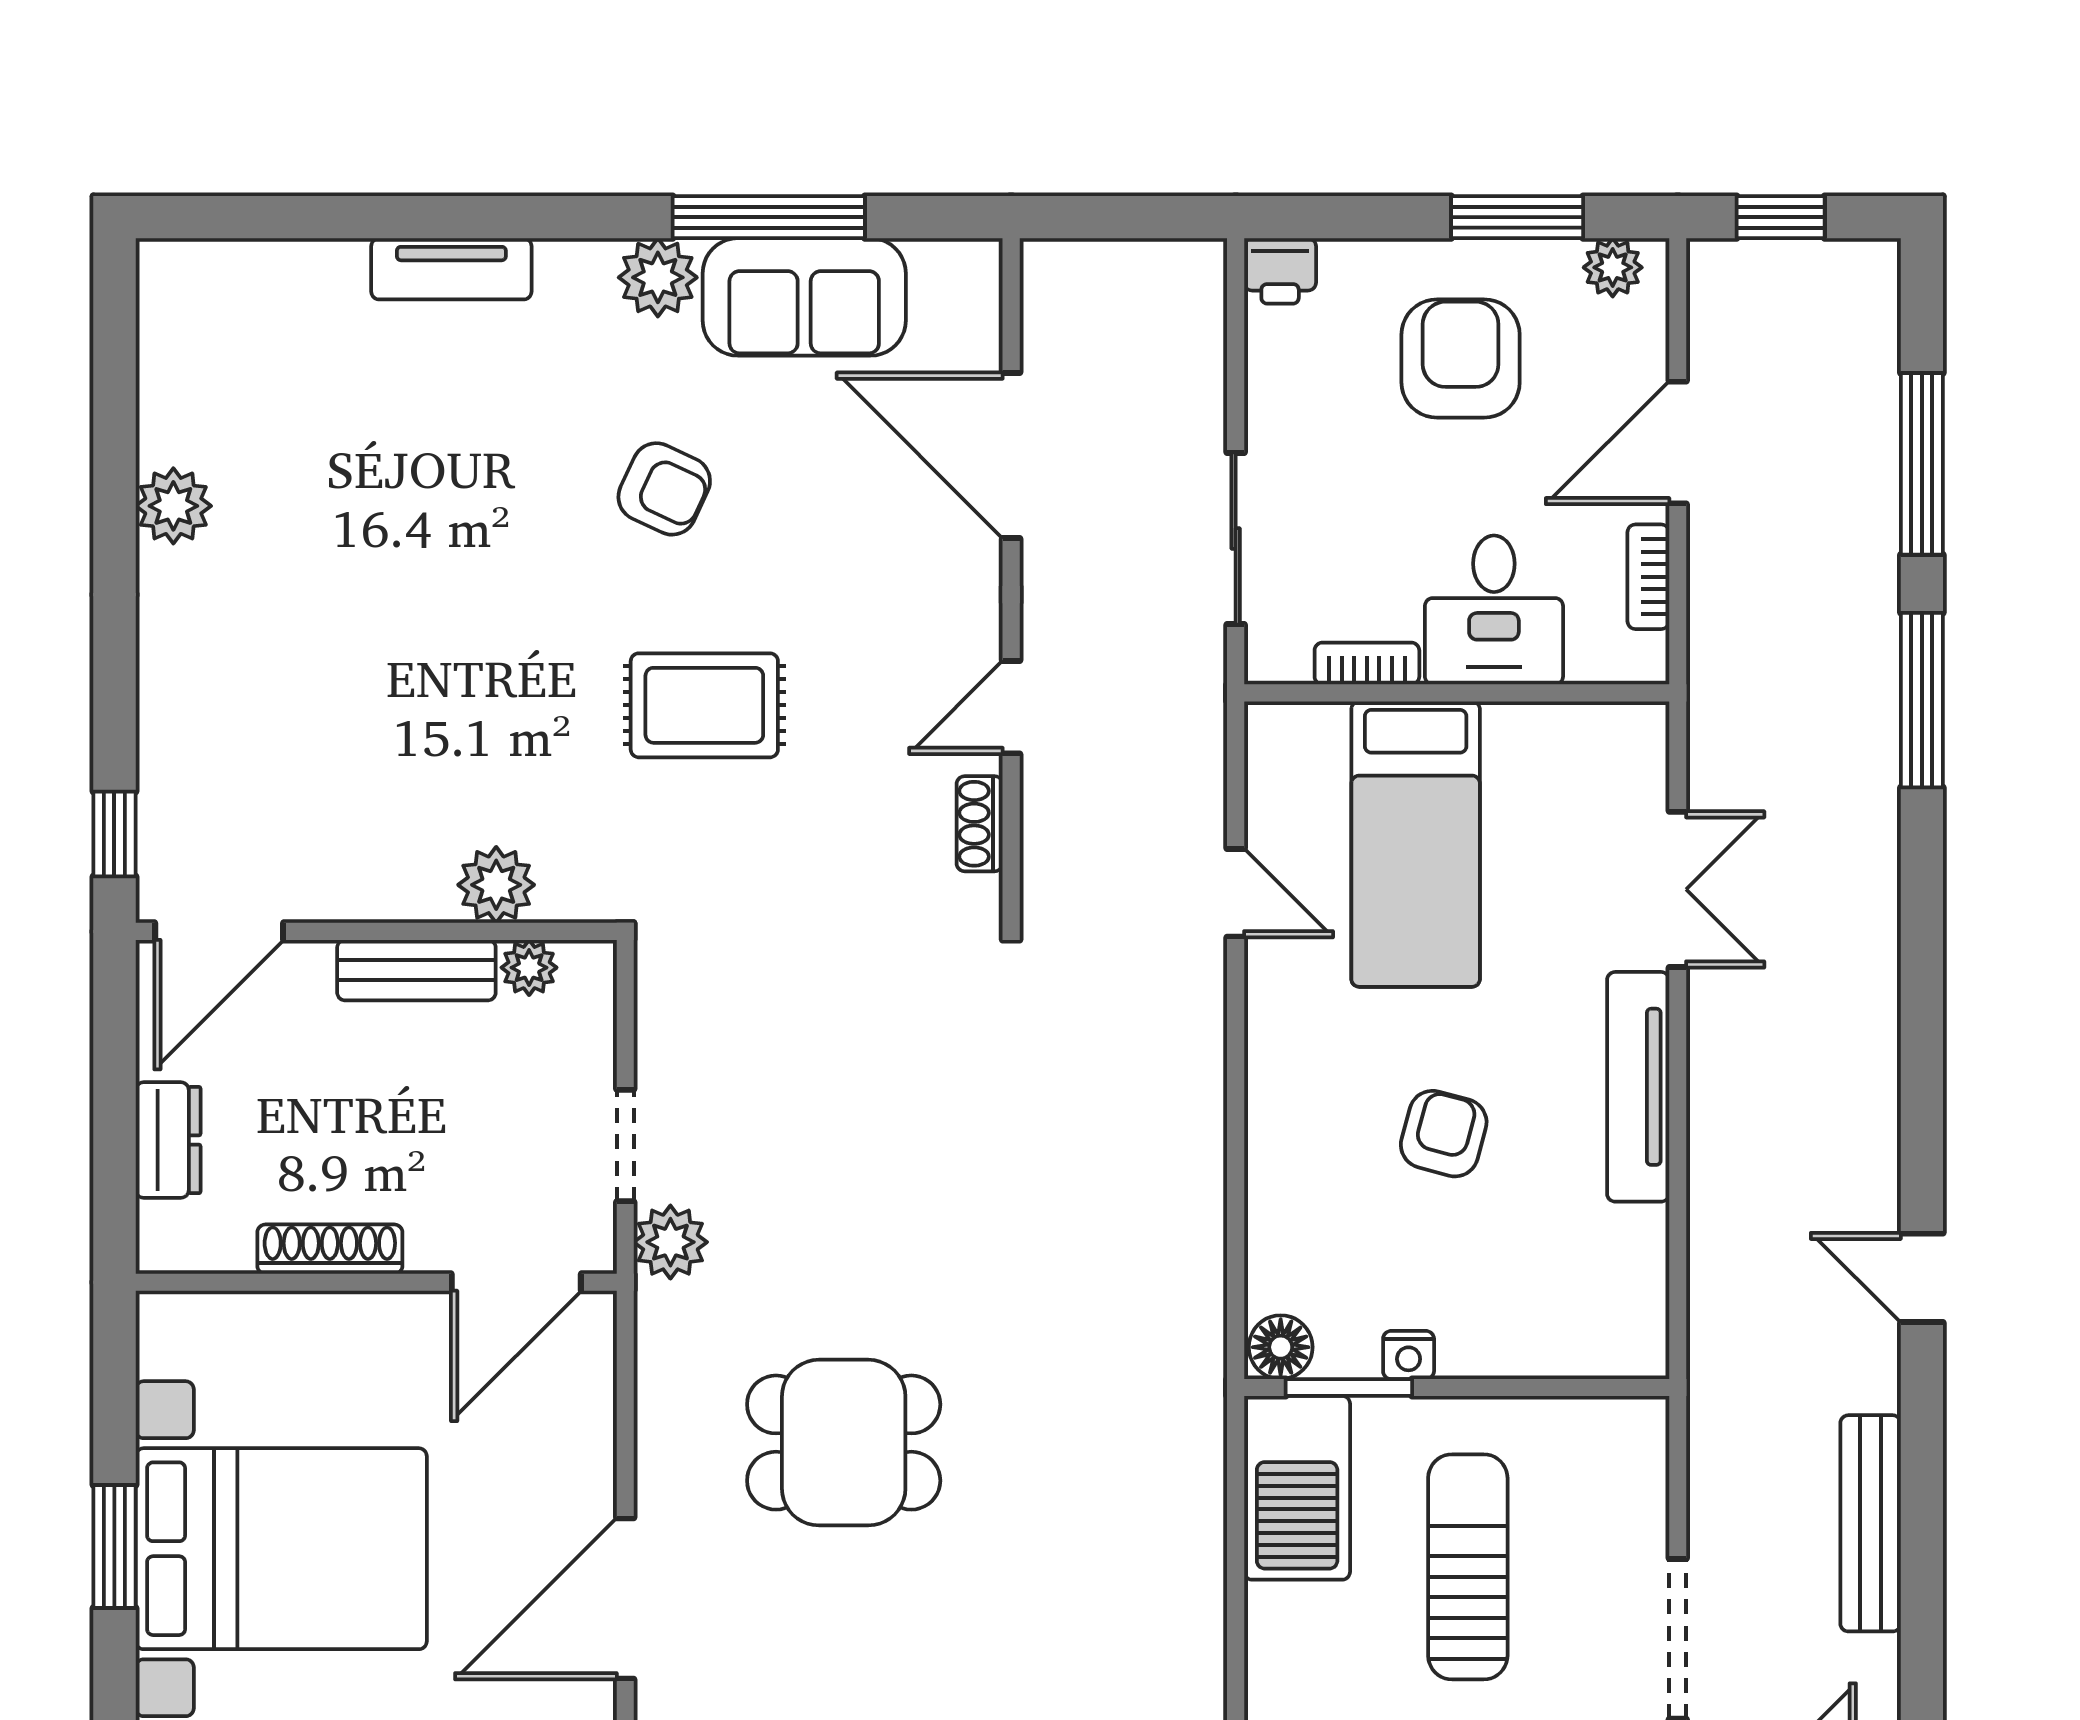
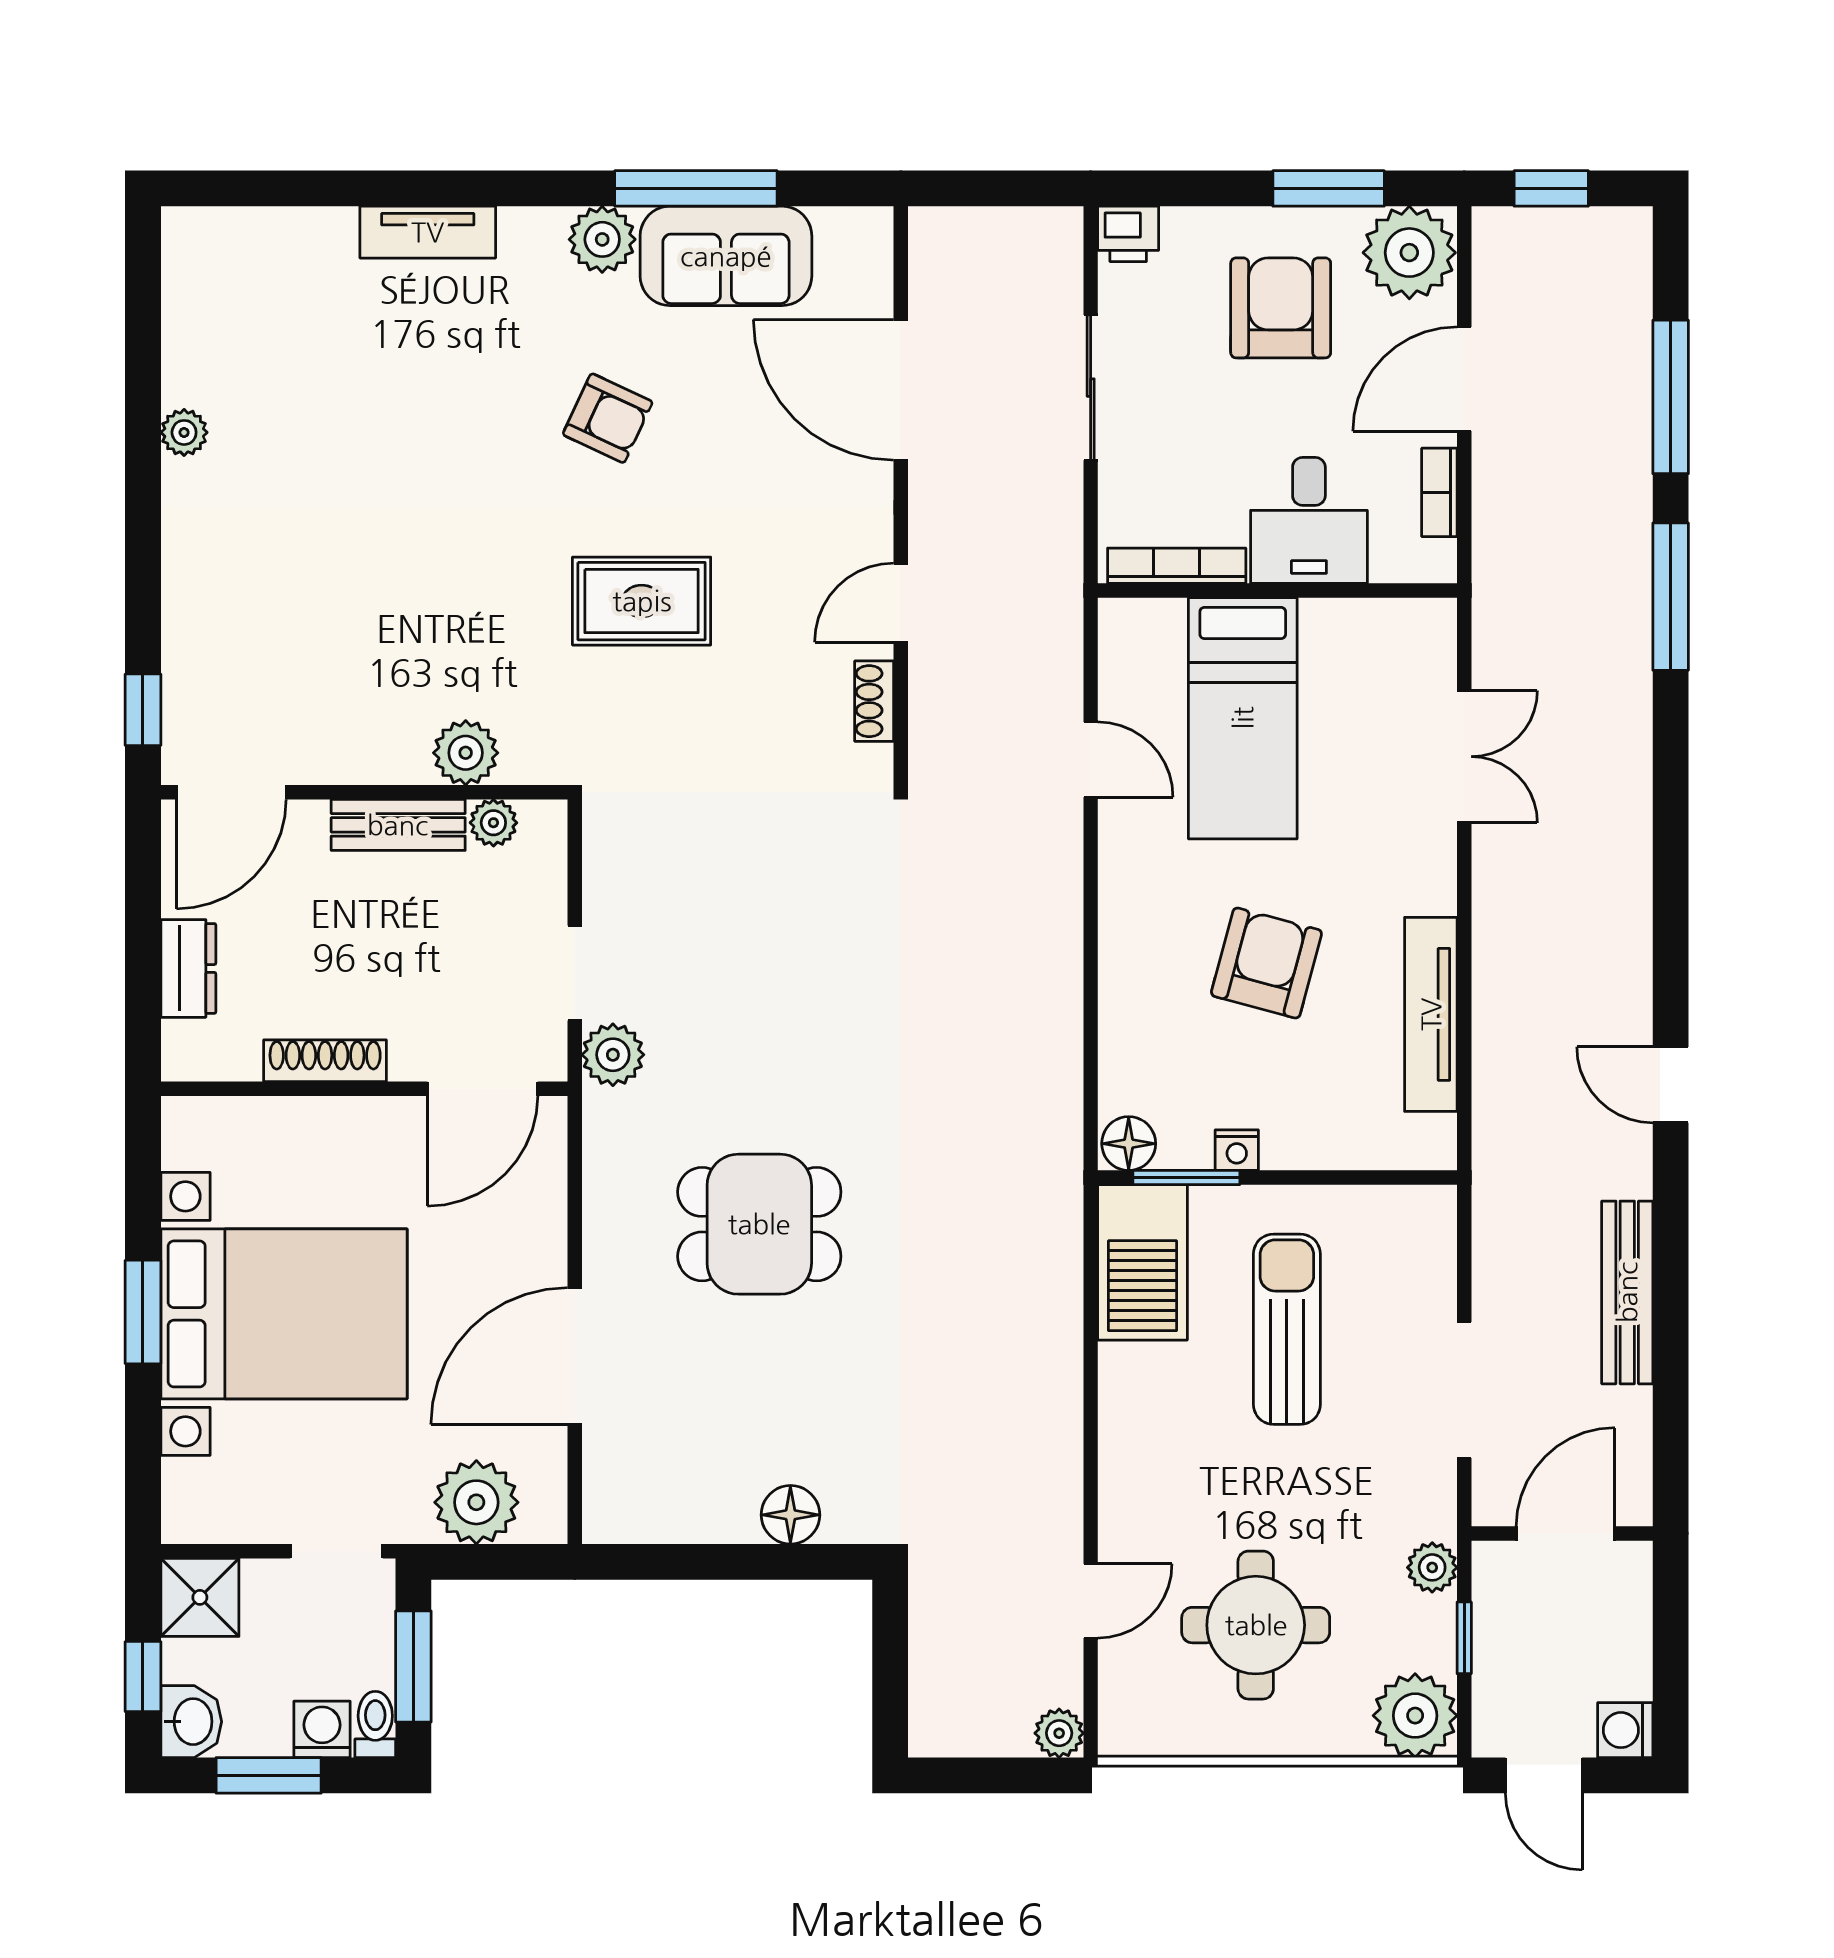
plant: (1613, 267) -> (1409, 253), width x1.87, depth x1.87
plant: (173, 506) -> (184, 432), width x0.73, depth x0.73
sliding door: (1236, 539) -> (1091, 388), moved
bookcase: (1367, 664) -> (1177, 566), width x1.56
tv unit: (1638, 1087) -> (1431, 1014), moved
armchair: (1444, 1134) -> (1266, 963), width x1.38, depth x1.38

